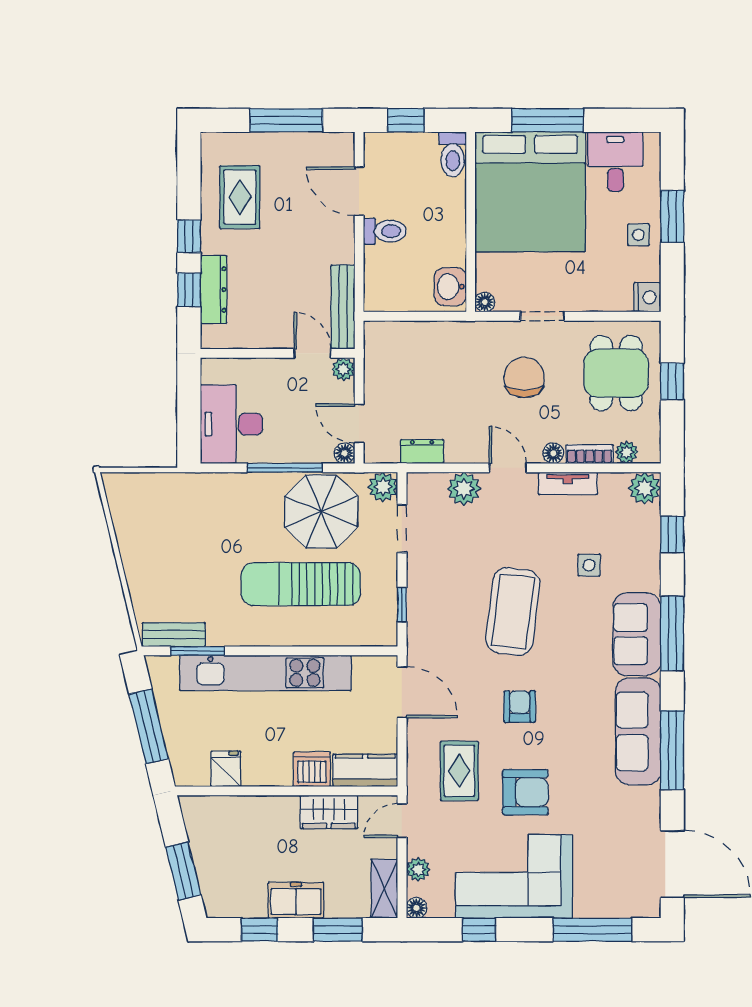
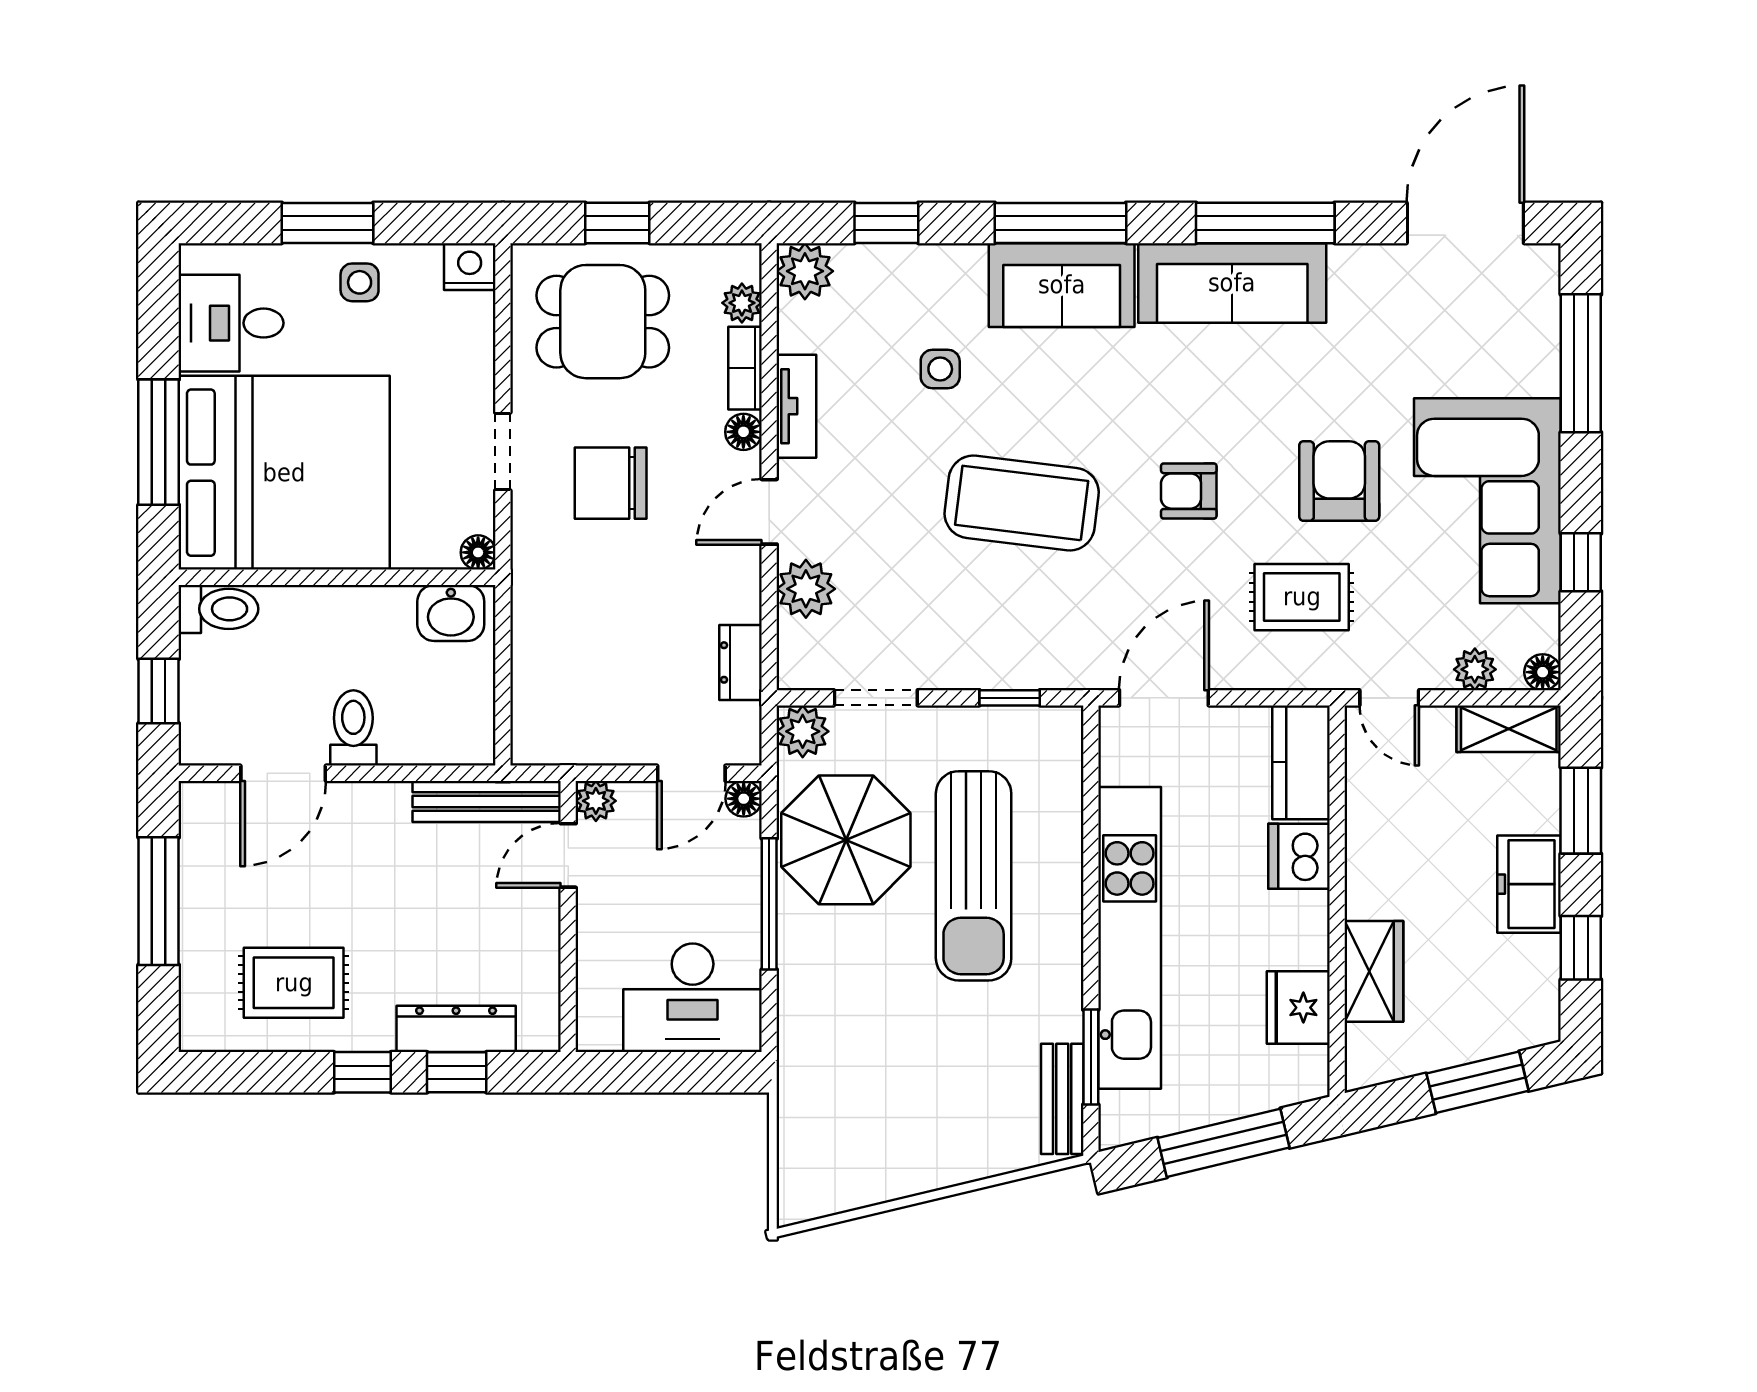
fridge: (226, 769) -> (1298, 1008), width x1.38
wardrobe: (329, 812) -> (1374, 971), moved

